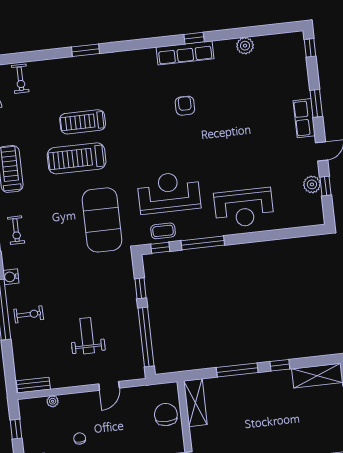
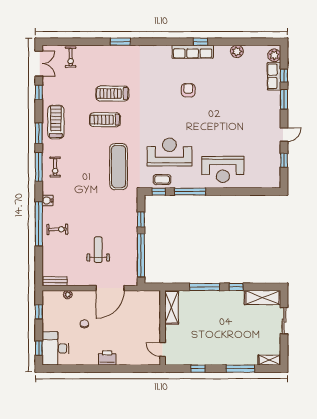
window: (310, 48) -> (284, 76), moved
row of seats: (304, 118) -> (274, 76), moved
treadmill: (77, 158) -> (105, 120), width x0.73, depth x0.73
plant: (312, 184) -> (274, 55), moved
exercise mat: (102, 220) -> (119, 167), width x0.68
door: (109, 386) -> (110, 288), width x1.88
chair: (166, 415) -> (149, 313), removed

